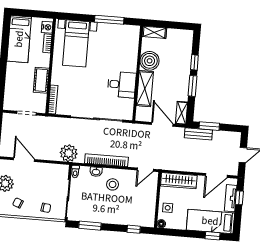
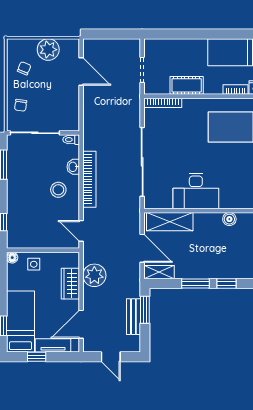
boiler: (150, 61) -> (229, 219), width x0.54, depth x0.54
desk: (122, 85) -> (196, 191), width x1.37
shelving: (145, 89) -> (170, 222), moved
door: (162, 124) -> (142, 248), hinge flipped
bench: (198, 134) -> (133, 317), moved
plant: (69, 153) -> (94, 275), moved
door: (24, 160) -> (81, 71), hinge flipped
door: (216, 175) -> (81, 324), hinge flipped
wardrobe: (179, 181) -> (70, 284), width x0.67
window: (239, 198) -> (37, 357), moved

